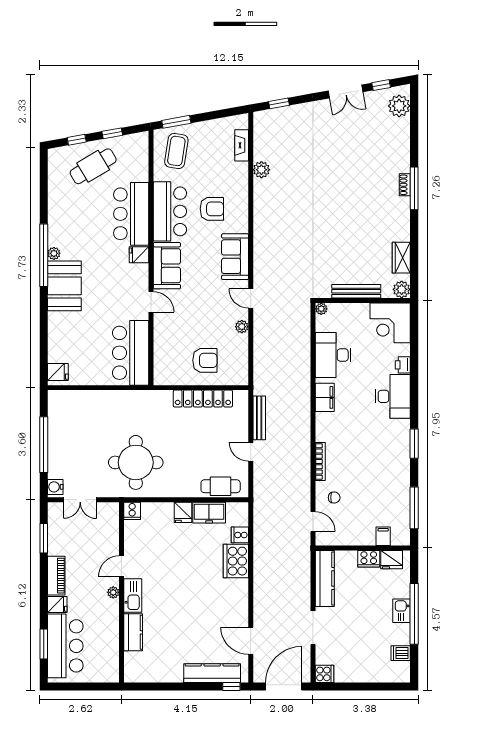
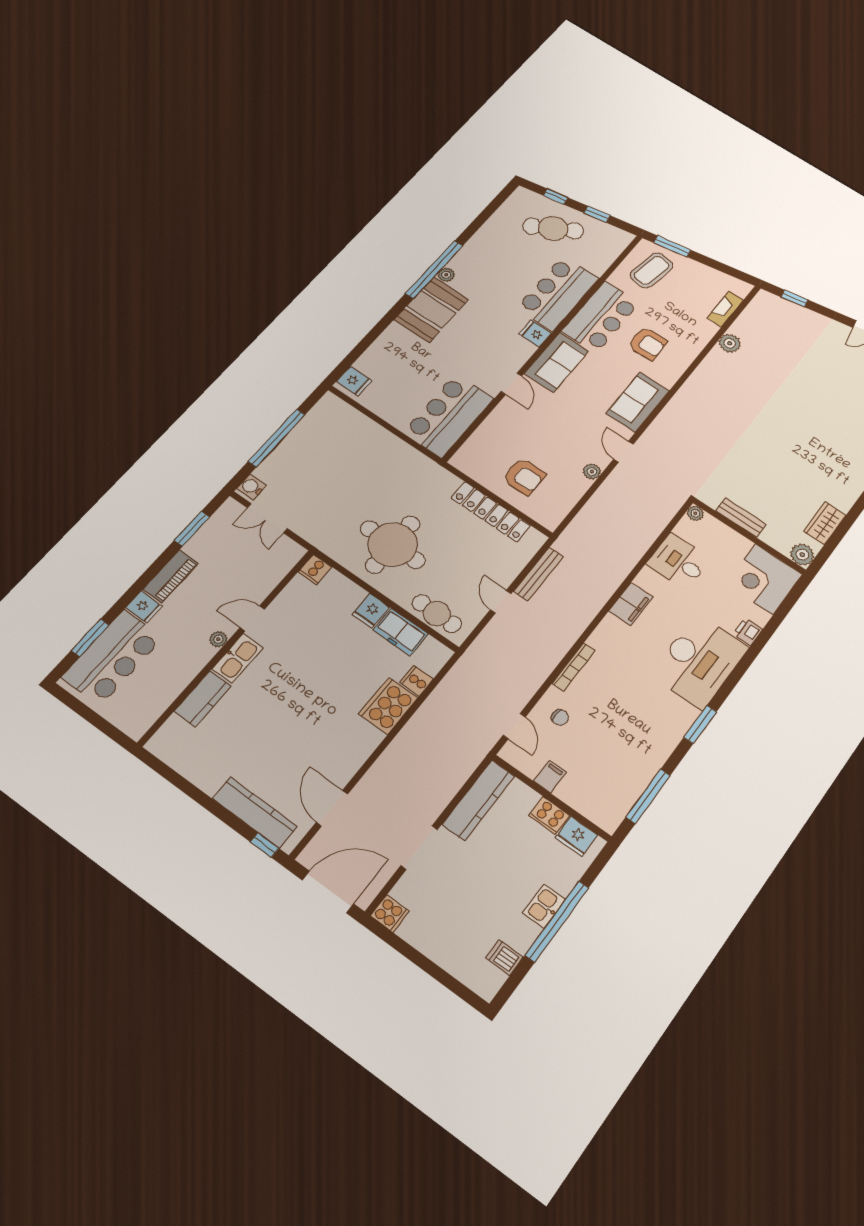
bench: (356, 291) -> (741, 518), width x0.73
desk: (333, 355) -> (678, 561), width x0.73
desk: (393, 396) -> (699, 661), width x1.36, depth x1.30
round table: (136, 462) -> (393, 545), moved
filing cabinet: (383, 536) -> (550, 777), moved

